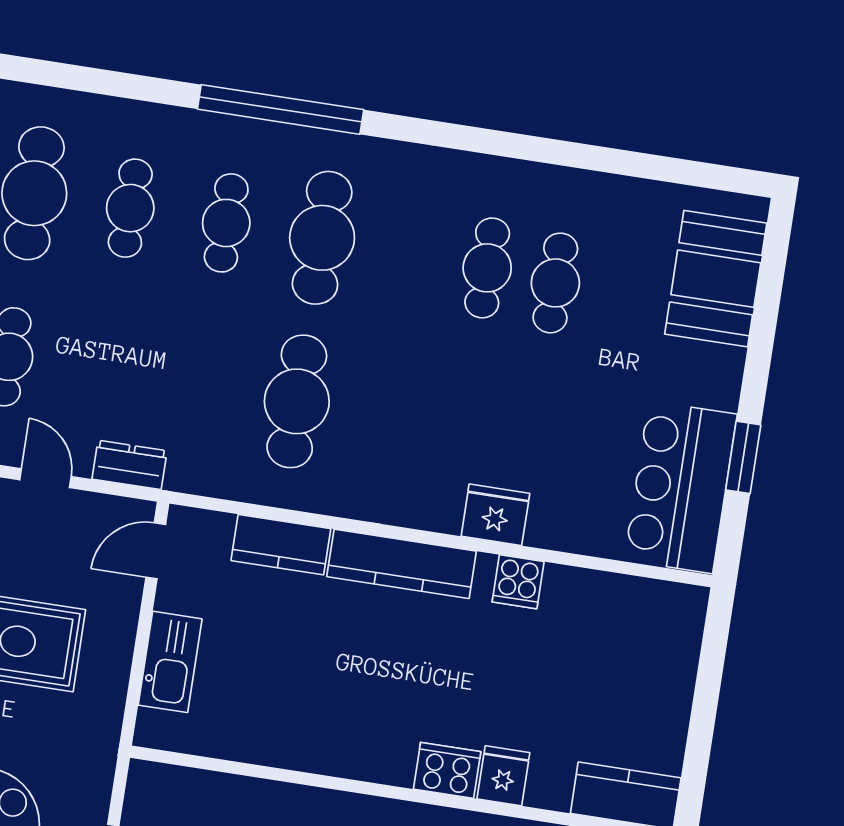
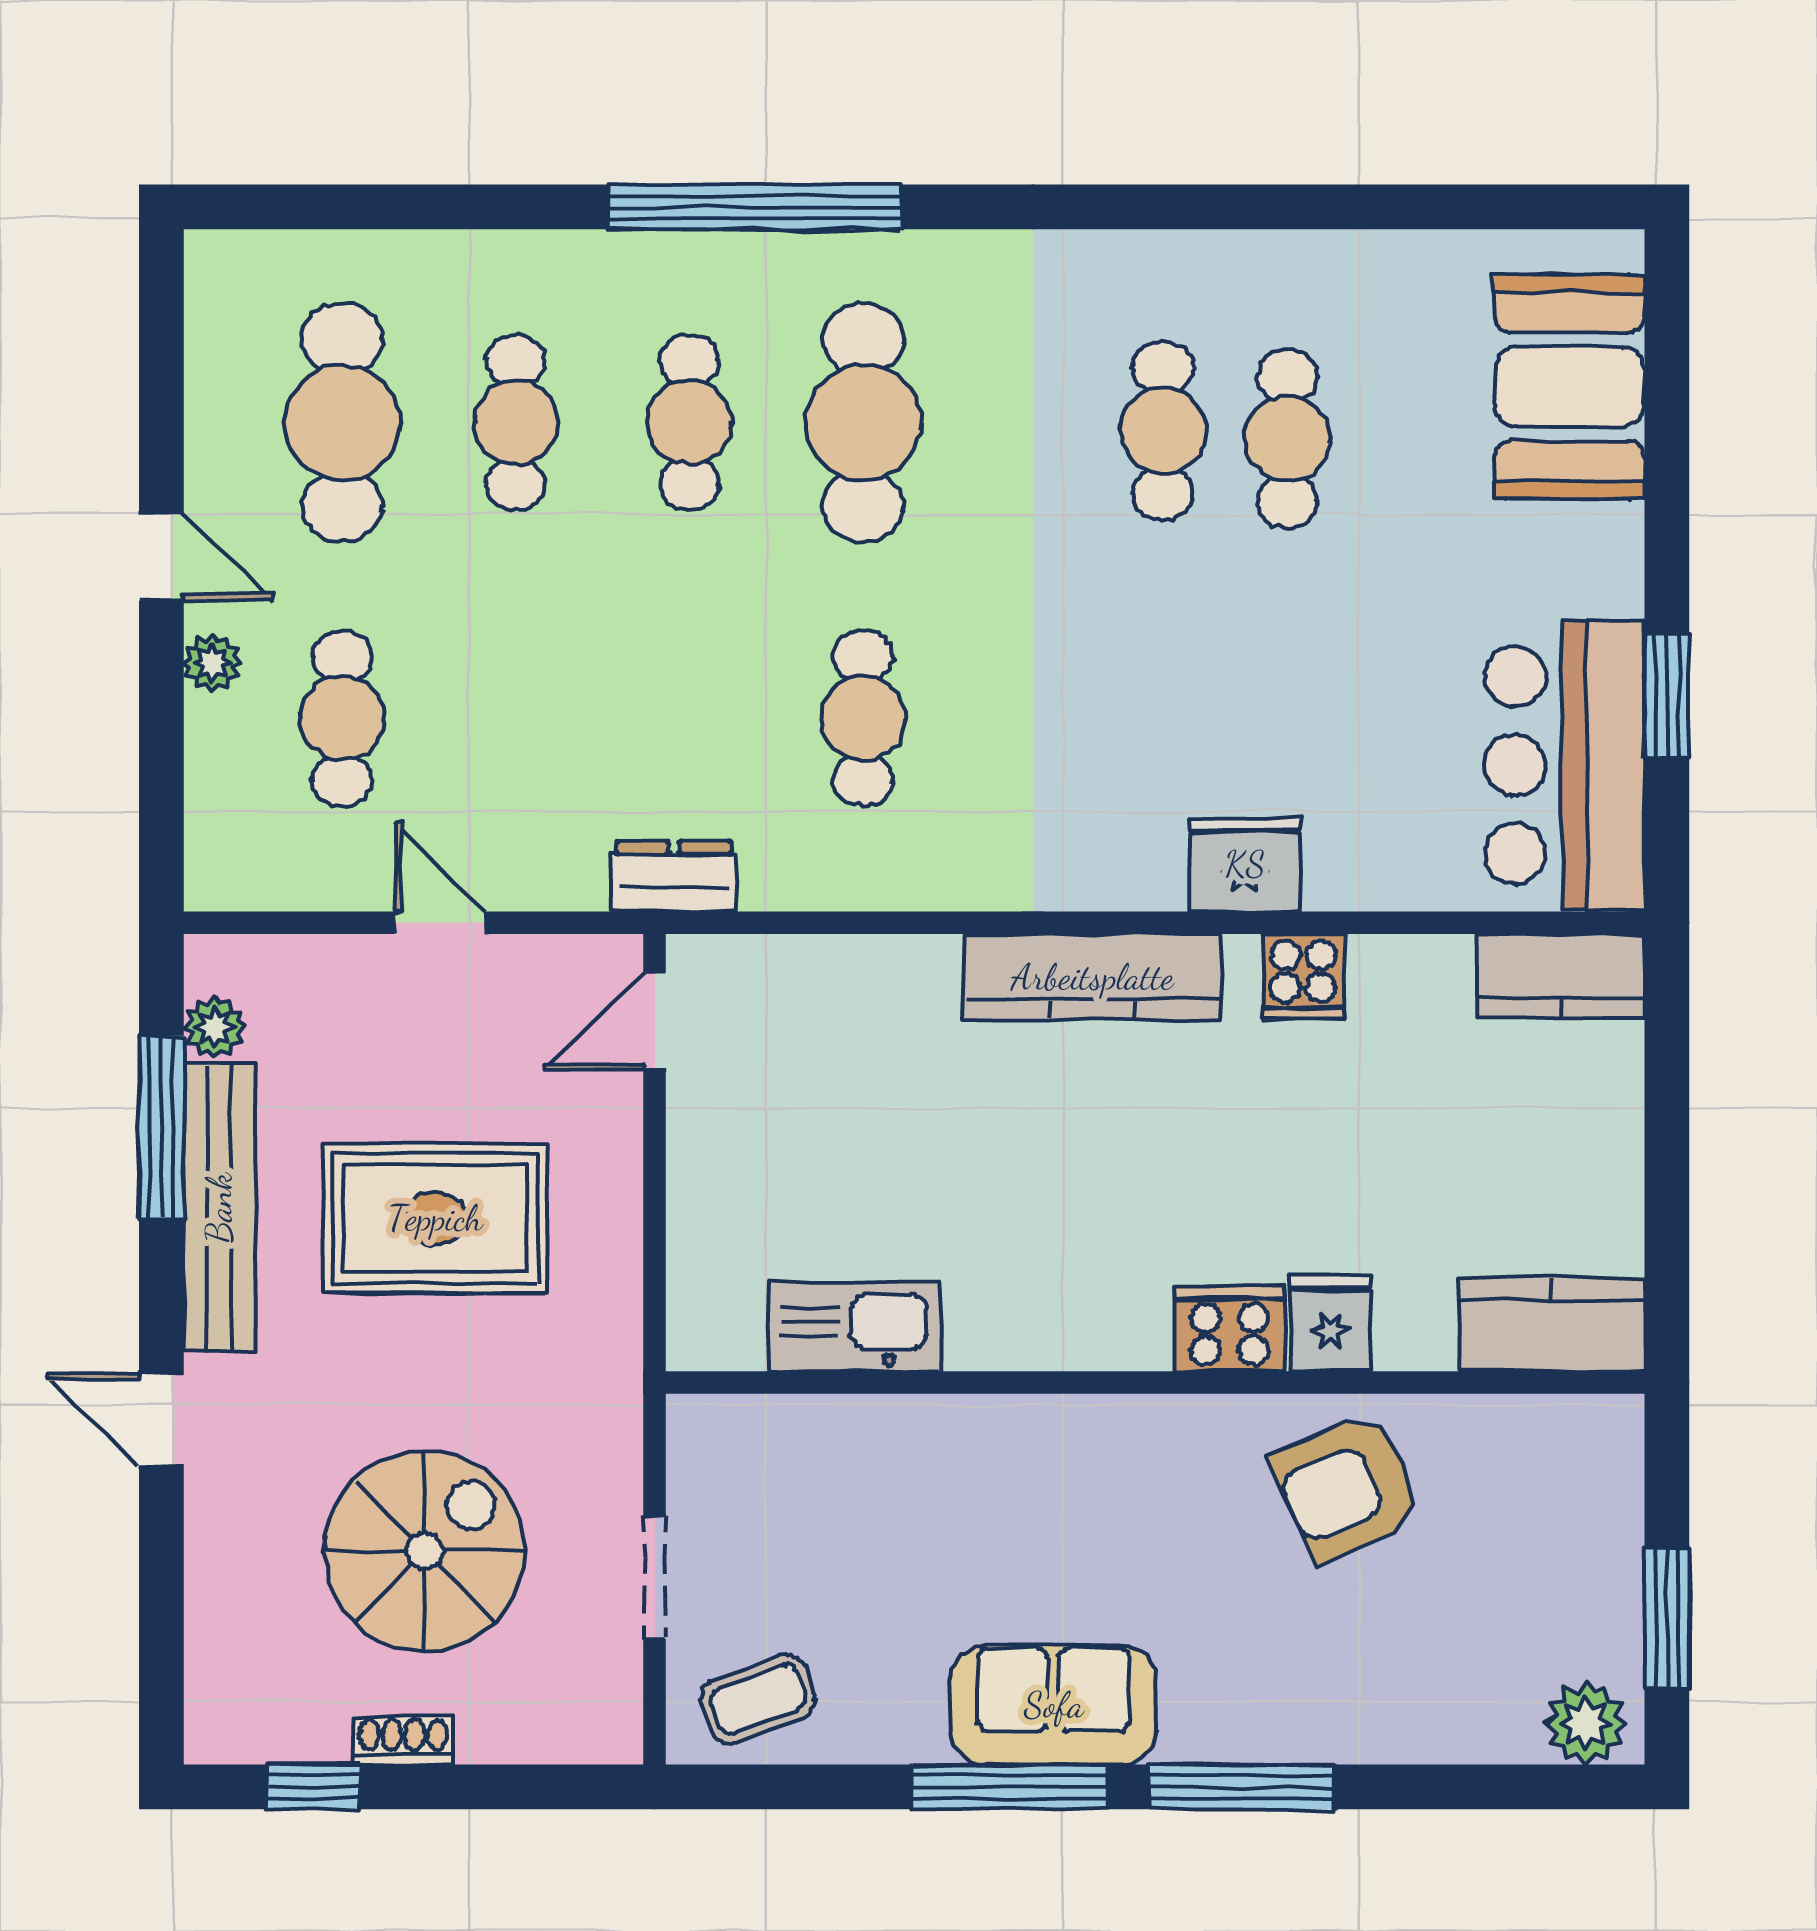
cafe table: (297, 401) -> (863, 718), width x0.73, depth x0.74
dresser: (129, 465) -> (674, 876), moved
kitchen counter: (281, 545) -> (1561, 976), moved
kitchen sink: (170, 662) -> (855, 1327), moved, turned -90

